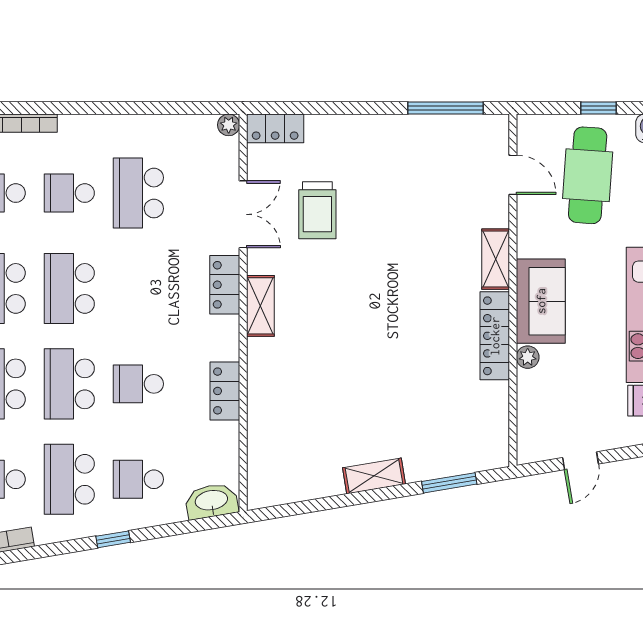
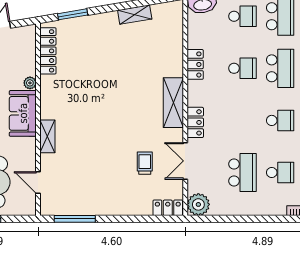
plant: (229, 125) -> (198, 204), width x1.88, depth x1.88
trolley: (317, 210) -> (145, 163), width x0.73, depth x0.72
school desk: (69, 288) -> (280, 120), width x0.54
shelving: (260, 306) -> (173, 103), width x1.50, depth x1.33
locker: (495, 336) -> (48, 51), moved
shelving: (374, 476) -> (135, 15), moved

